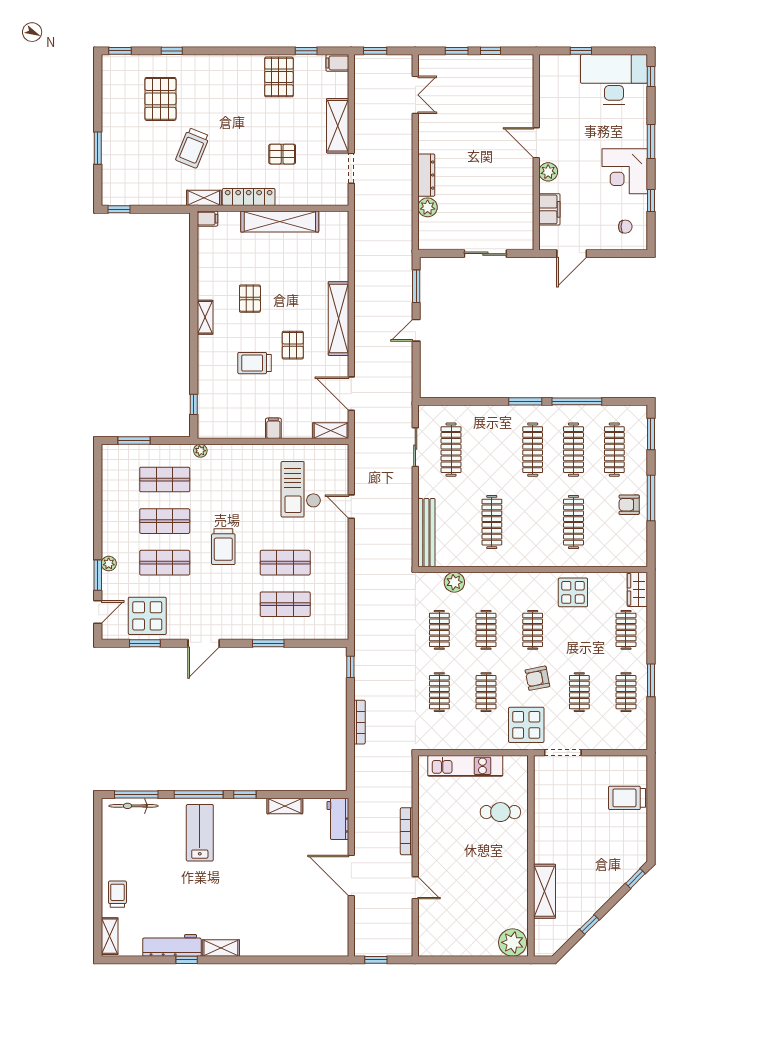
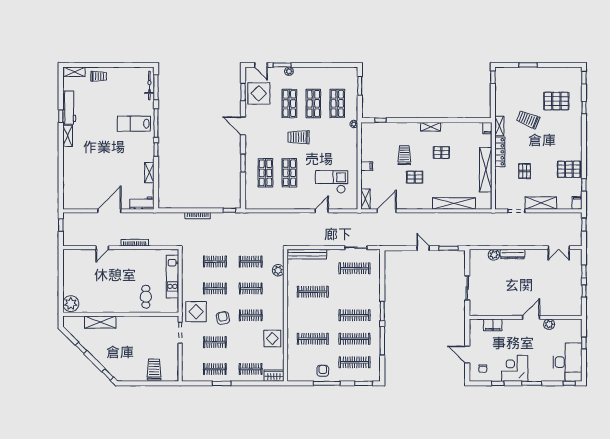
plant: (548, 172) -> (549, 324), moved
door: (572, 254) -> (467, 355), moved
shelving: (338, 319) -> (454, 204), moved
lab bench: (200, 833) -> (134, 124), turned 180

